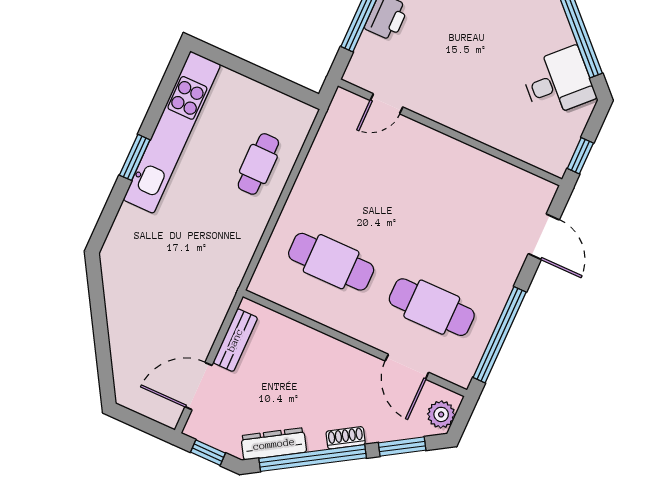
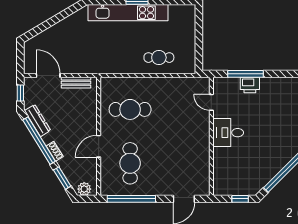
desk: (558, 82) -> (228, 133), moved, turned 135
kitchen unit: (172, 132) -> (128, 13), moved
window: (580, 156) -> (240, 199), moved
cafe table: (331, 262) -> (130, 109), turned 90
door: (407, 367) -> (99, 146), moved

